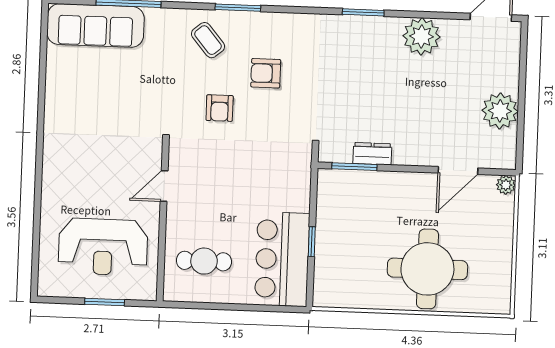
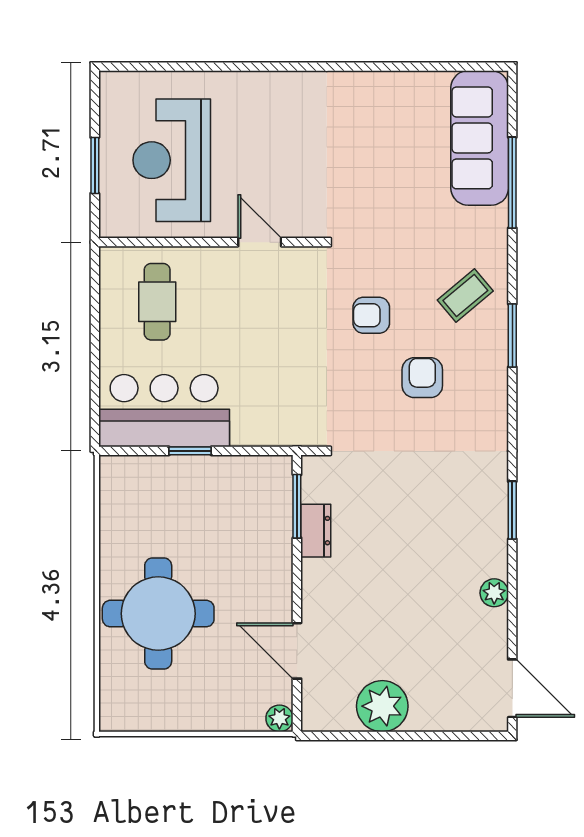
plant: (422, 36) -> (494, 593), width x0.53, depth x0.53

